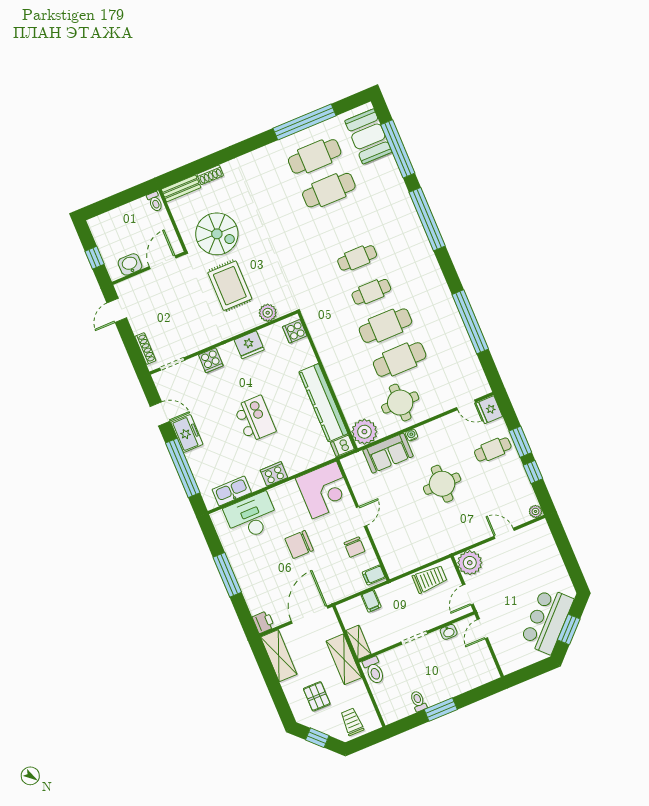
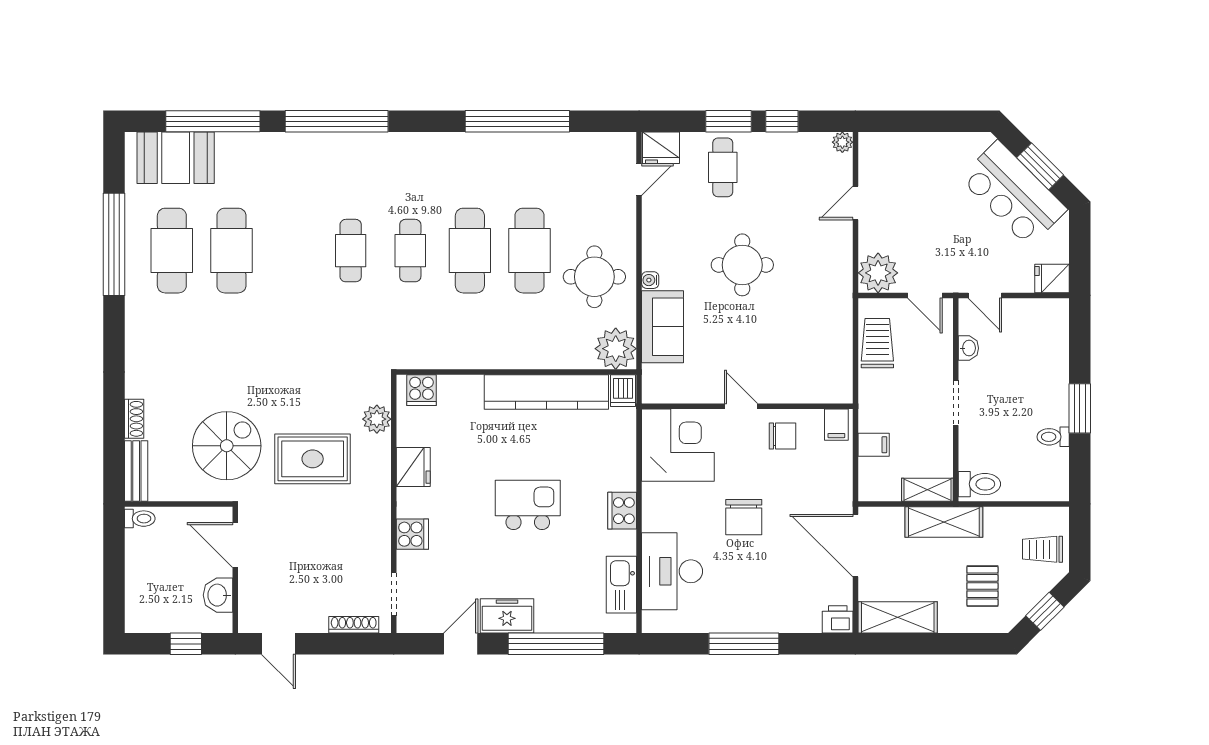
fridge: (508, 663) -> (1052, 278), added
pallet: (317, 696) -> (982, 586), turned 90

